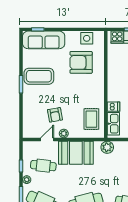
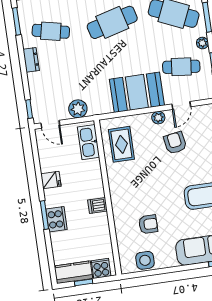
armchair: (81, 62) -> (148, 224), width x0.53, depth x0.53
dishwasher: (114, 107) -> (97, 206), moved
plant: (107, 147) -> (78, 109), moved

